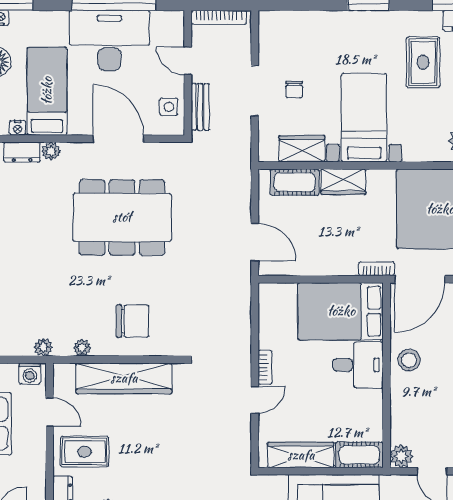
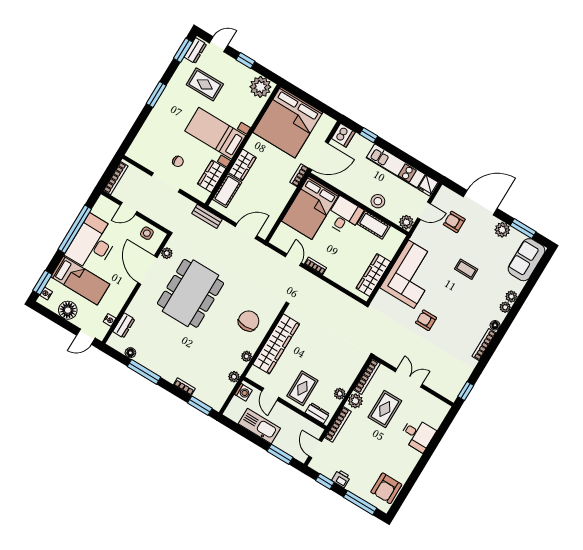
bed: (47, 91) -> (80, 281), moved, turned 180
bench: (200, 107) -> (207, 216), moved
door: (118, 139) -> (148, 270), hinge flipped
plant: (51, 151) -> (167, 253), moved
door: (420, 279) -> (319, 156), hinge flipped
stool: (409, 360) -> (378, 201), moved
door: (255, 400) -> (293, 260), moved
door: (49, 412) -> (270, 394), swing flipped
cot: (359, 455) -> (374, 225), moved, turned 90

